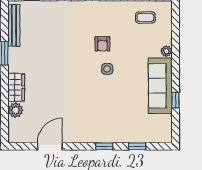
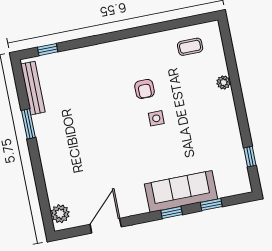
sofa: (160, 86) -> (181, 191), moved, turned 90
wardrobe: (16, 87) -> (51, 162), removed
window: (175, 100) -> (250, 157), moved
plant: (16, 110) -> (60, 214), moved

